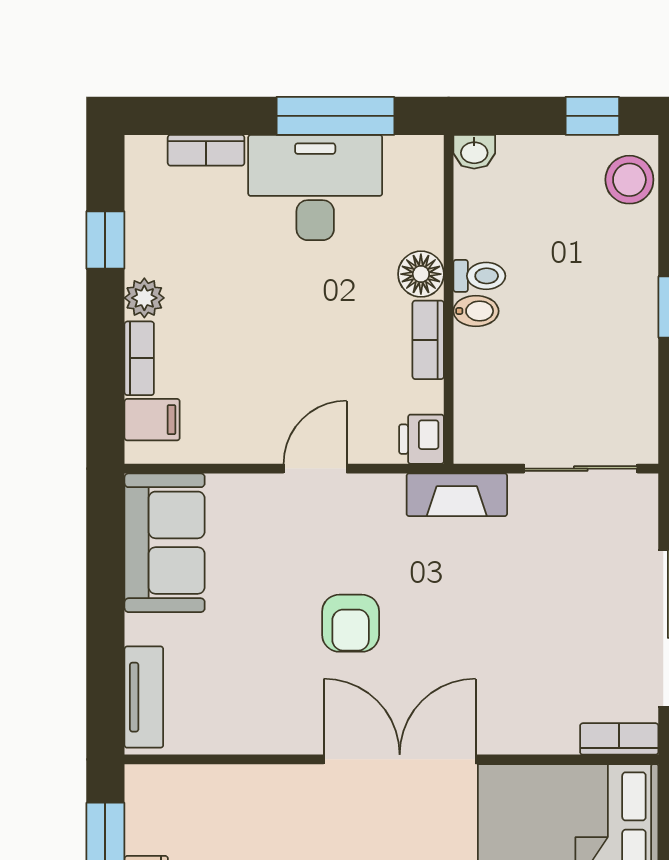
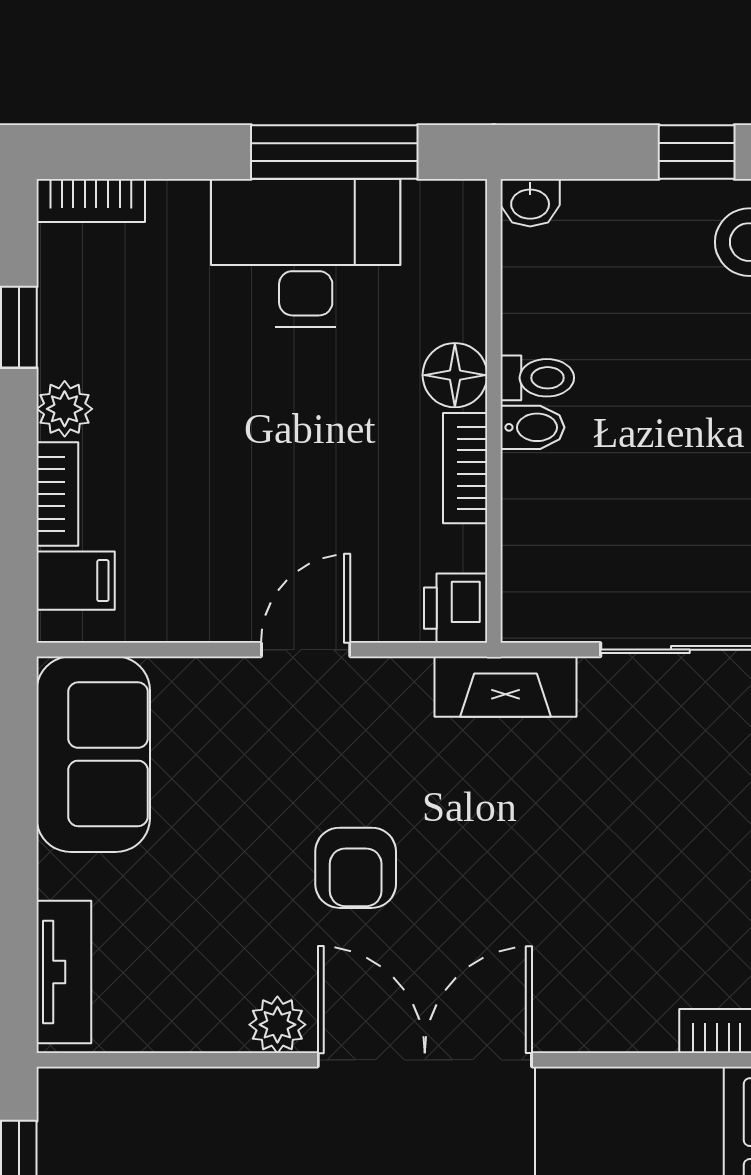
bookcase: (206, 150) -> (91, 201), moved
plant: (295, 734) -> (277, 1025), added

